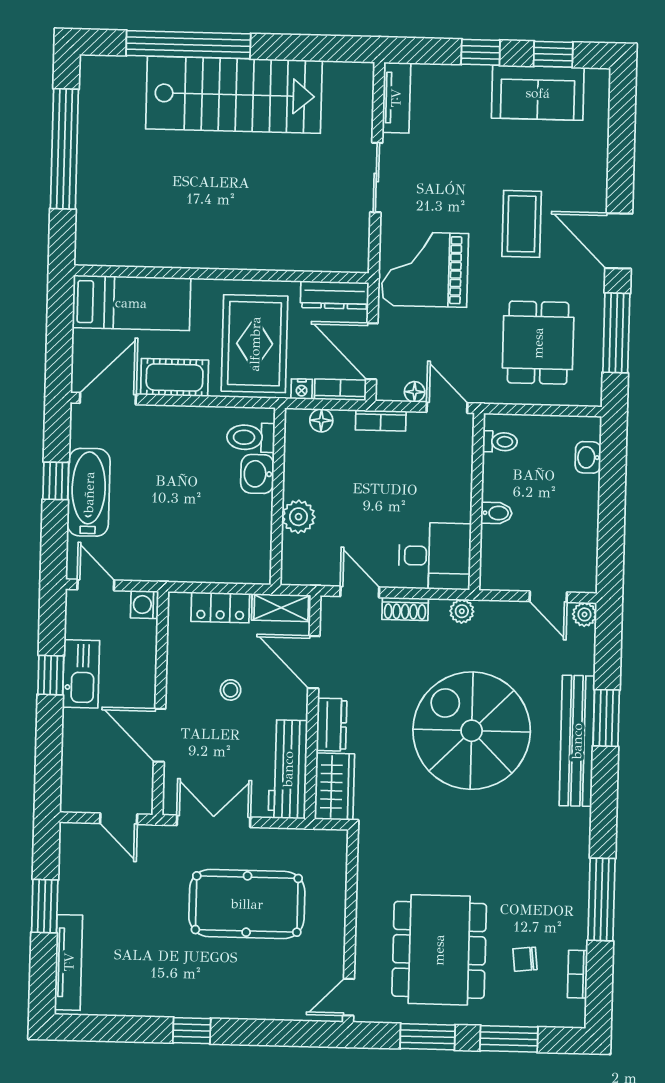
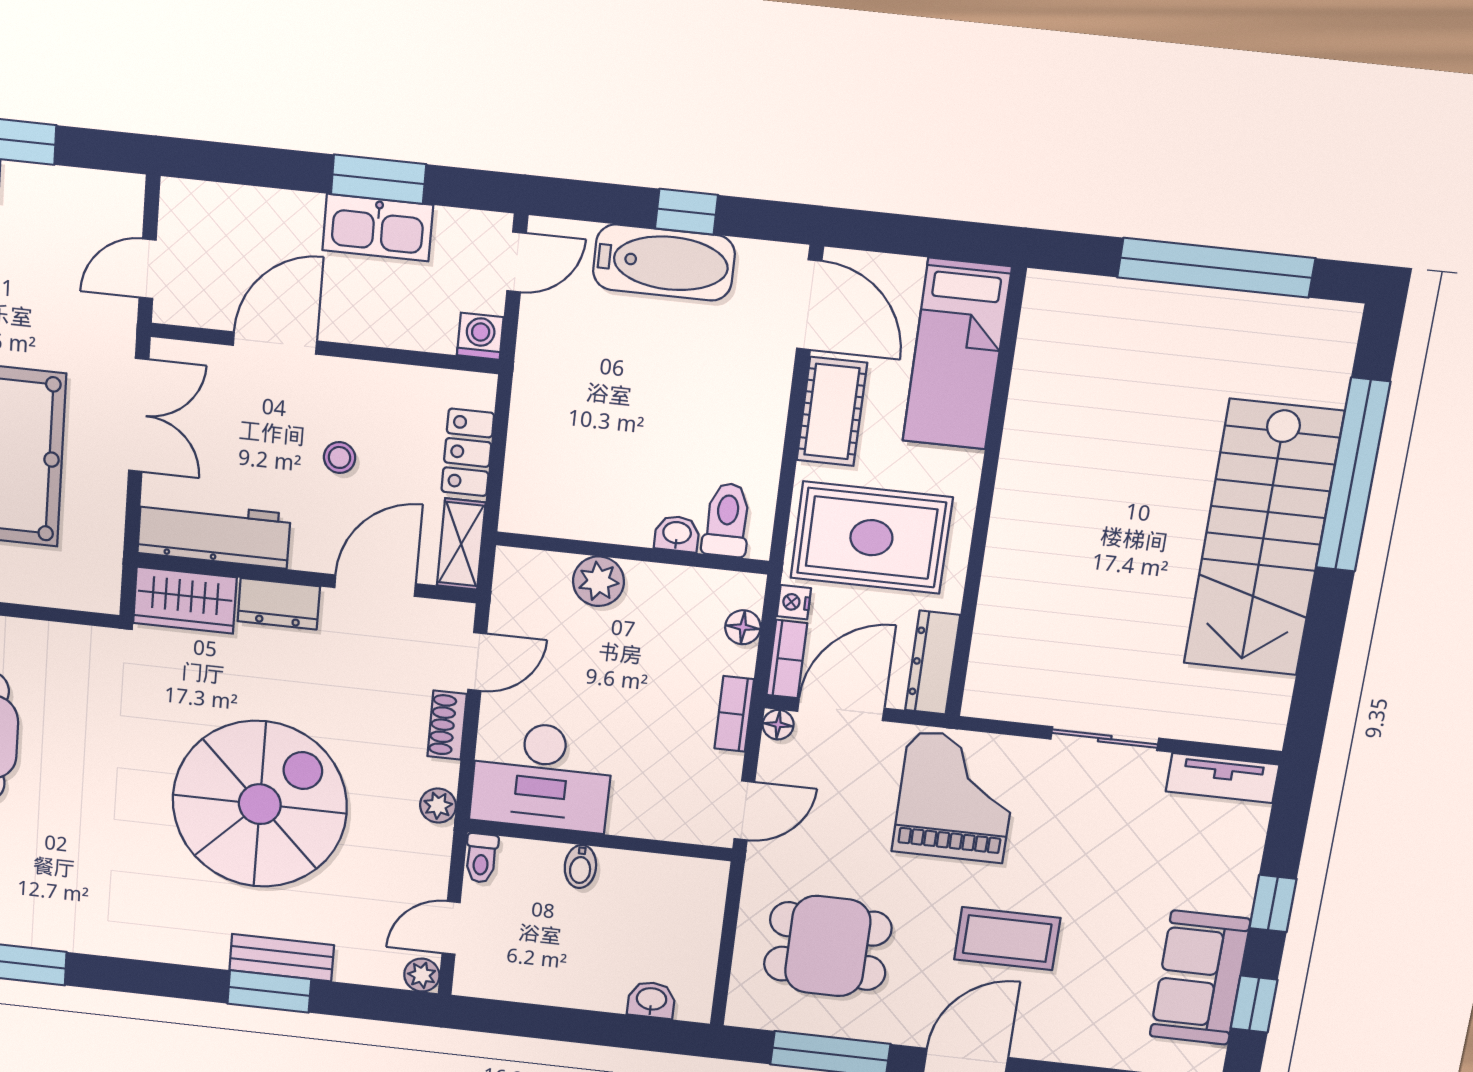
floor lamp: (415, 392) -> (778, 725), moved
toilet: (500, 442) -> (481, 858), moved
washbasin: (257, 474) -> (677, 534), width x0.72, depth x0.69
desk: (435, 556) -> (542, 776), width x1.37
window: (51, 675) -> (378, 179), width x1.50
bench: (577, 741) -> (282, 958), width x0.54, depth x0.82

